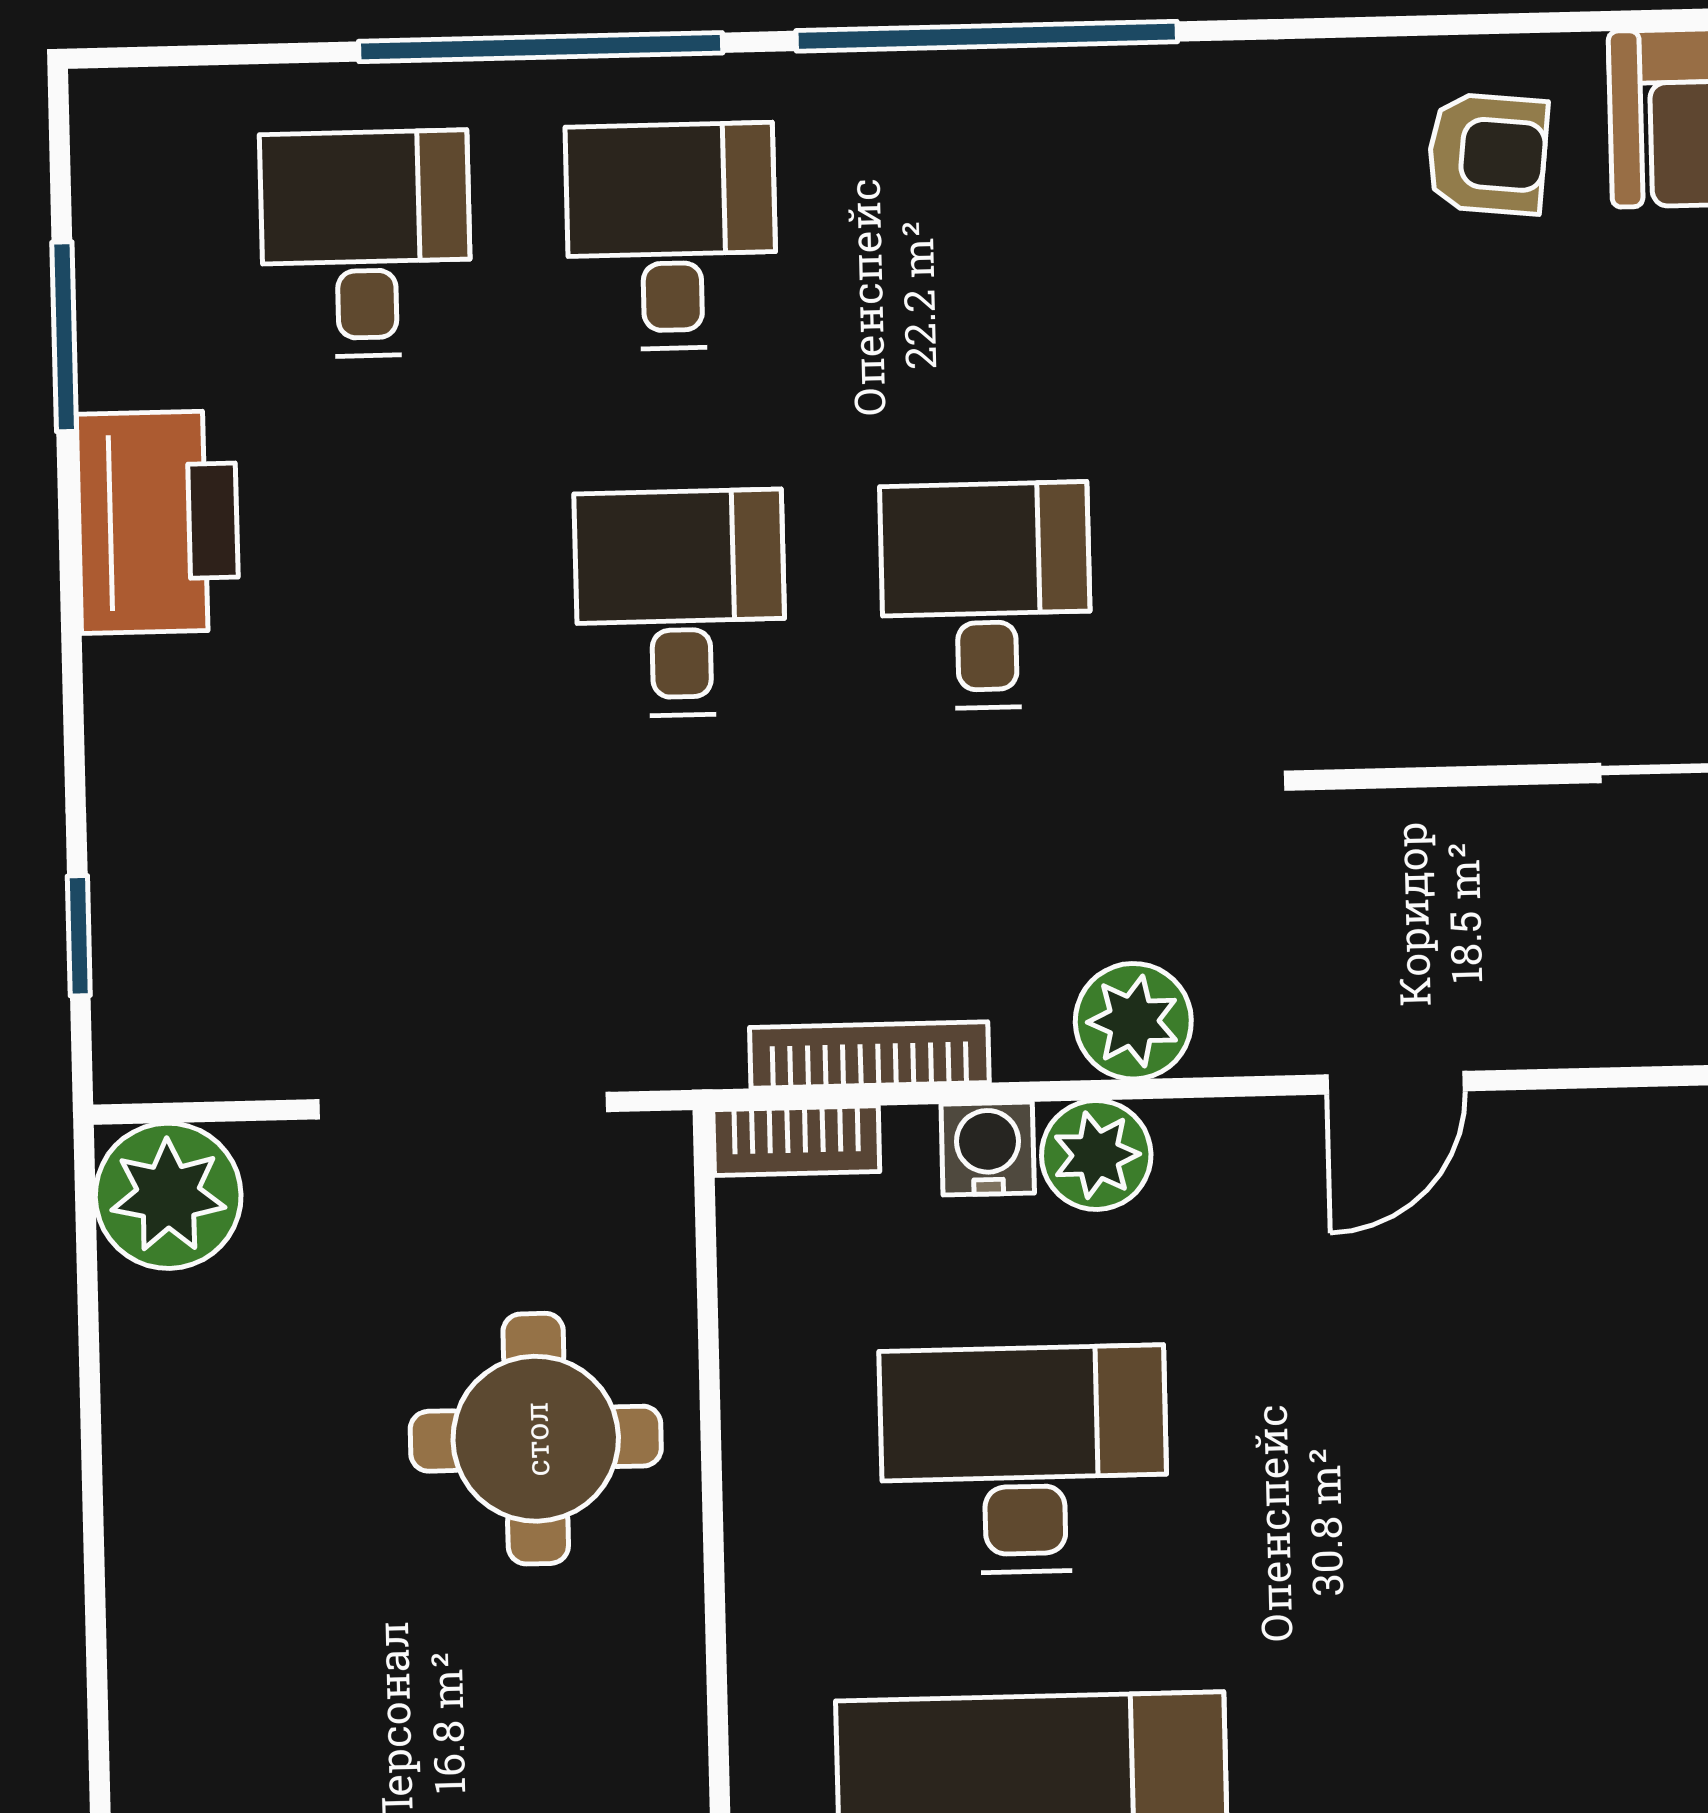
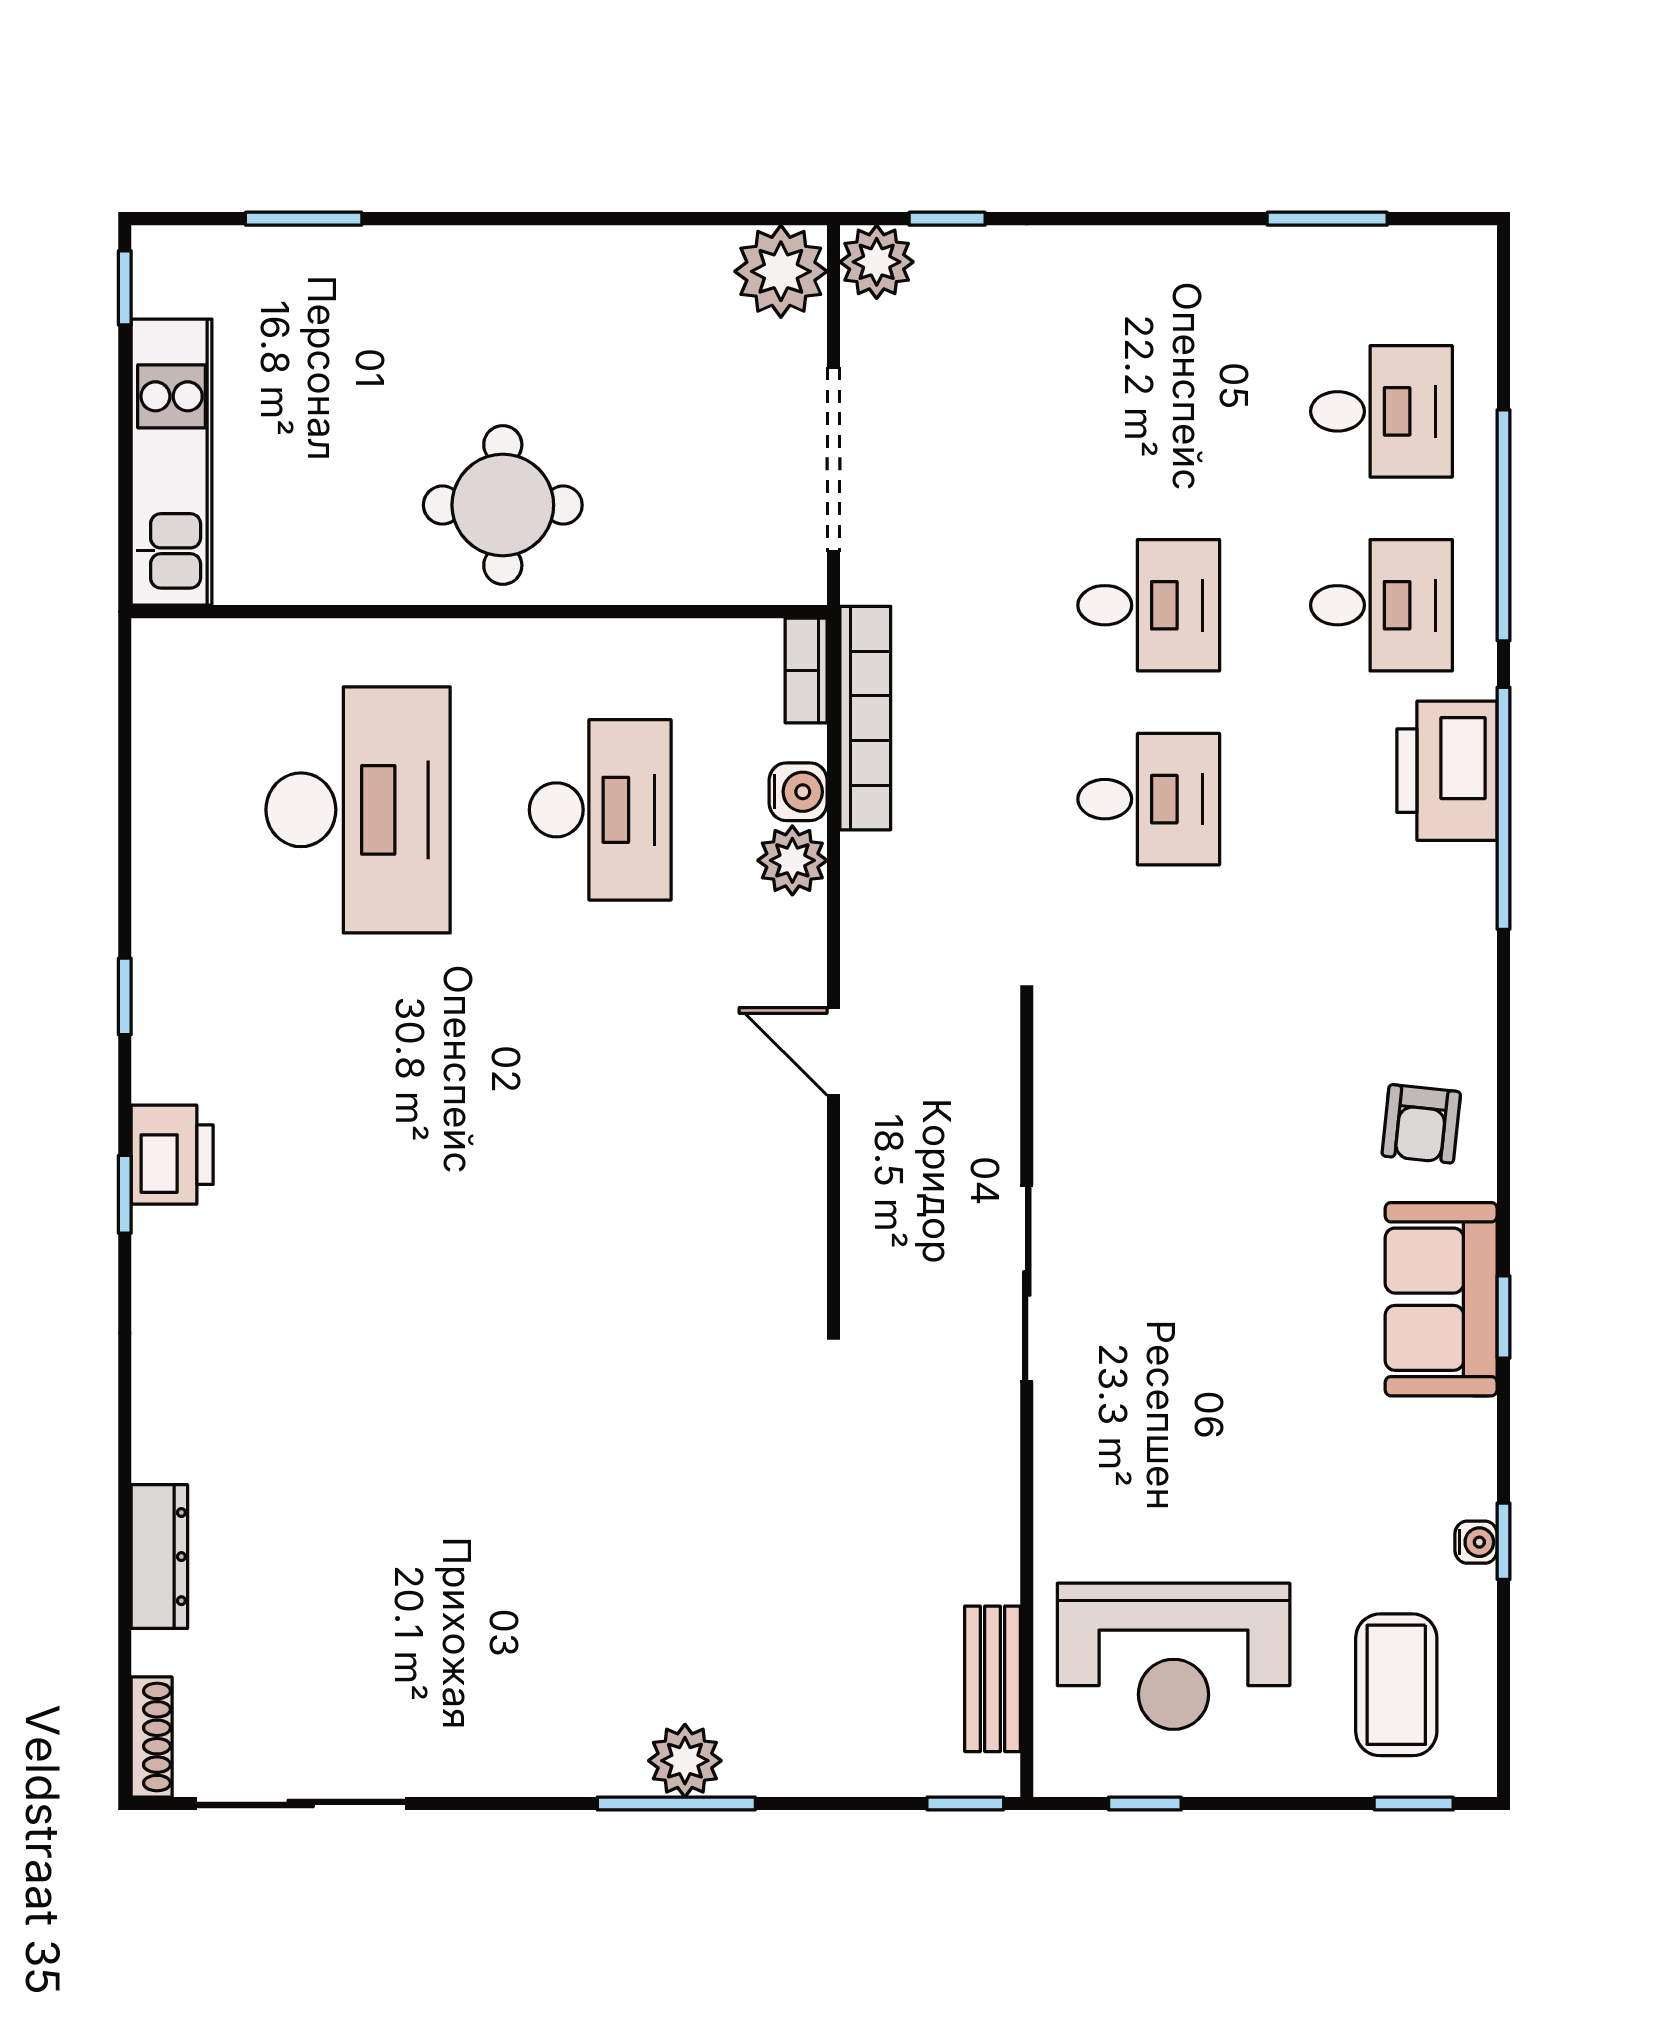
printer: (158, 522) -> (1447, 771), moved, turned 90
plant: (1133, 1021) -> (877, 262), moved
bookcase: (869, 1055) -> (865, 718), width x1.48, depth x1.31
round table: (536, 1439) -> (503, 505), moved

